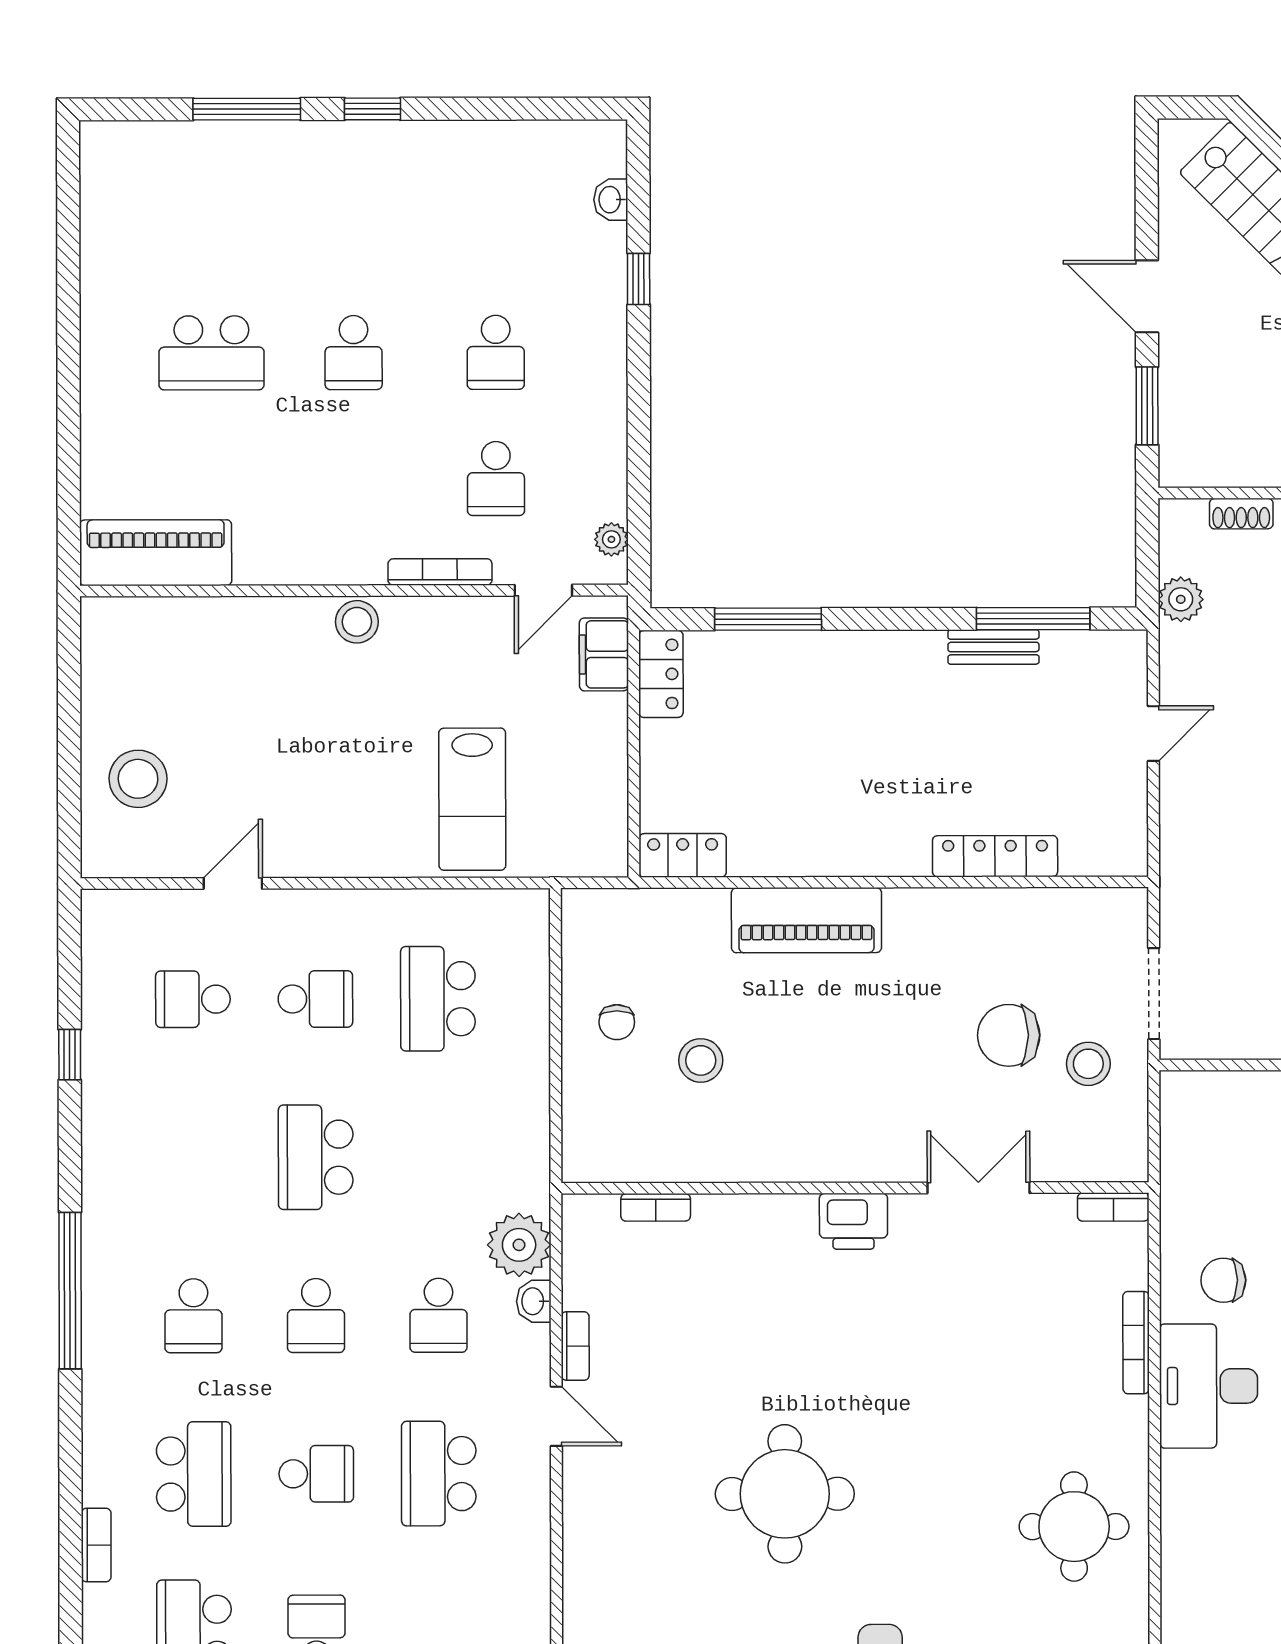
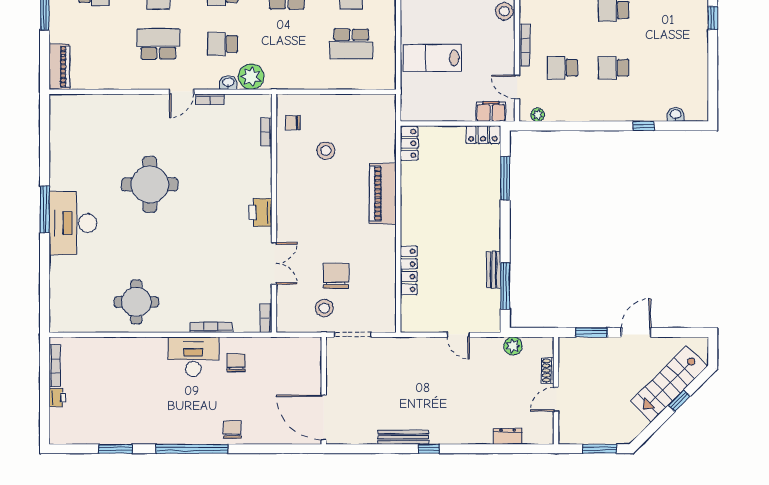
school desk: (438, 999) -> (351, 44), turned 180
chair: (617, 1022) -> (293, 123), moved

